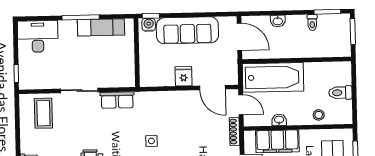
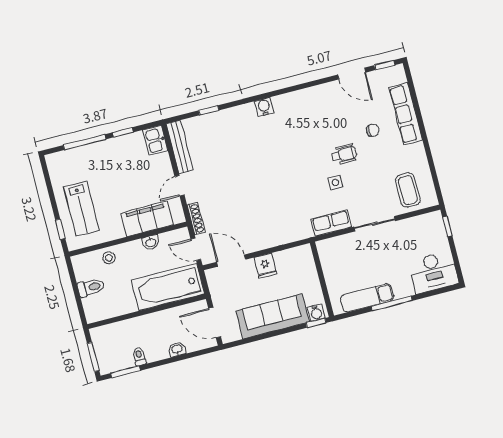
side table: (151, 141) -> (335, 182), moved

